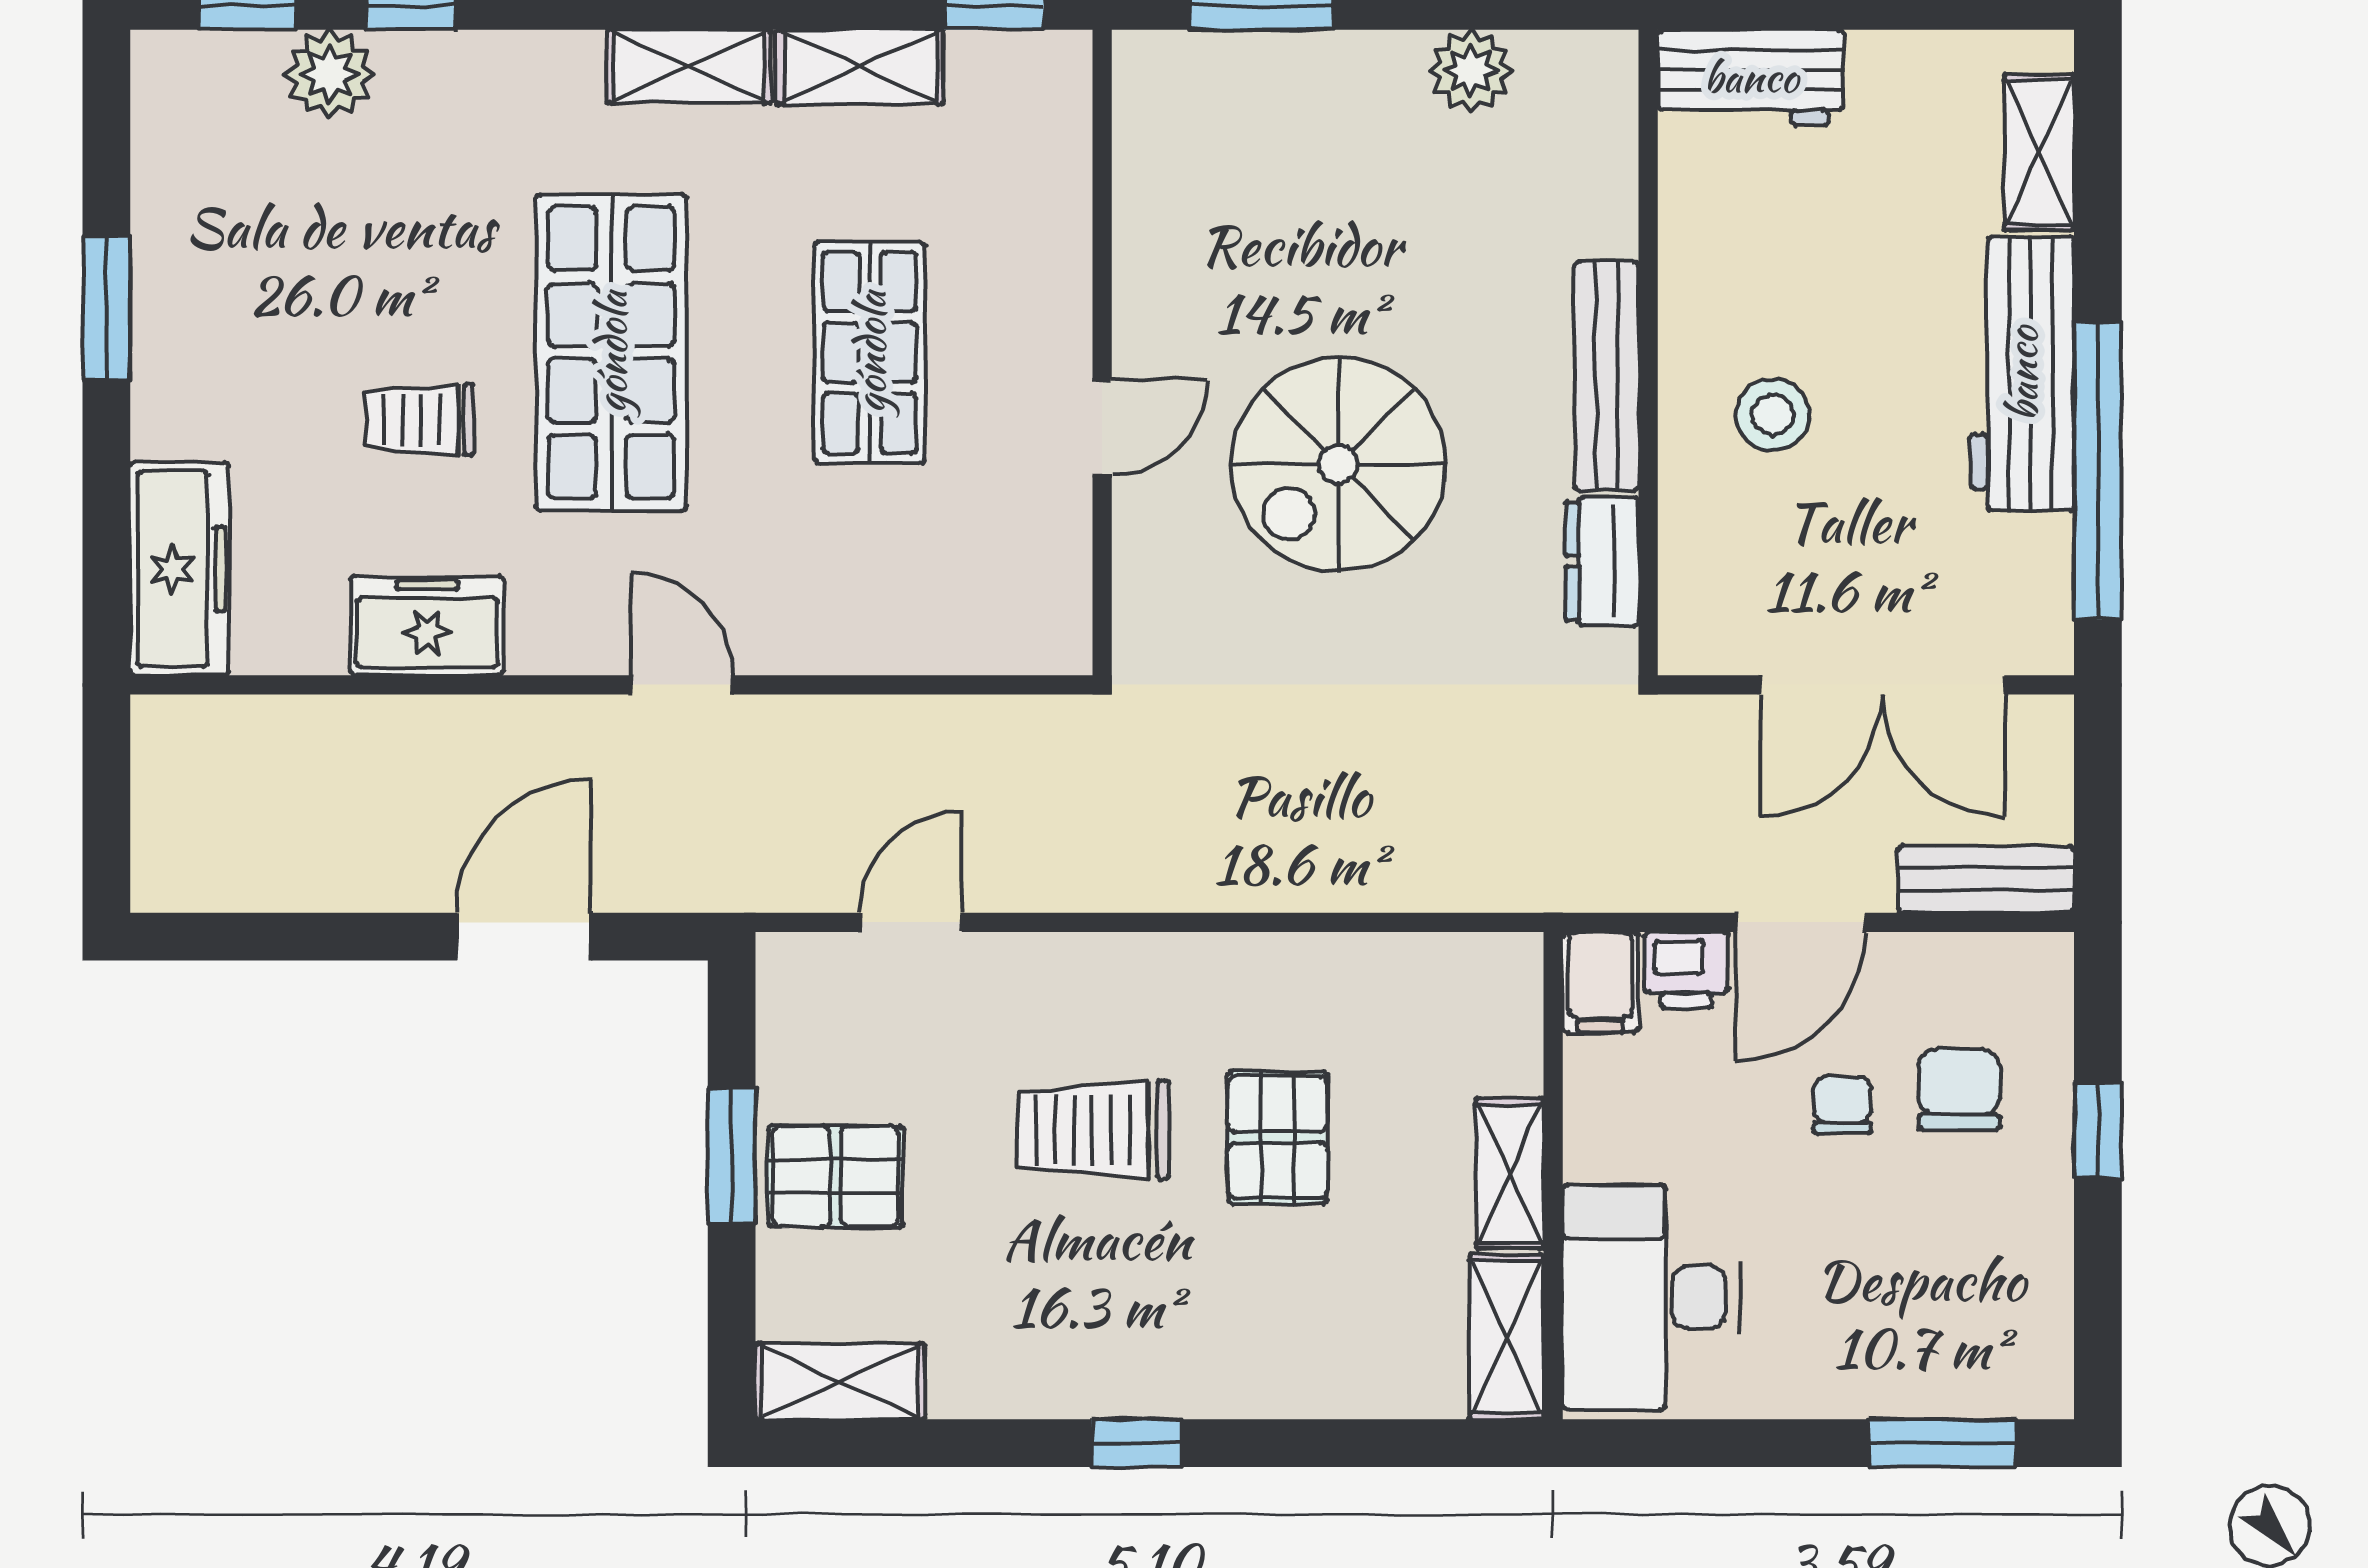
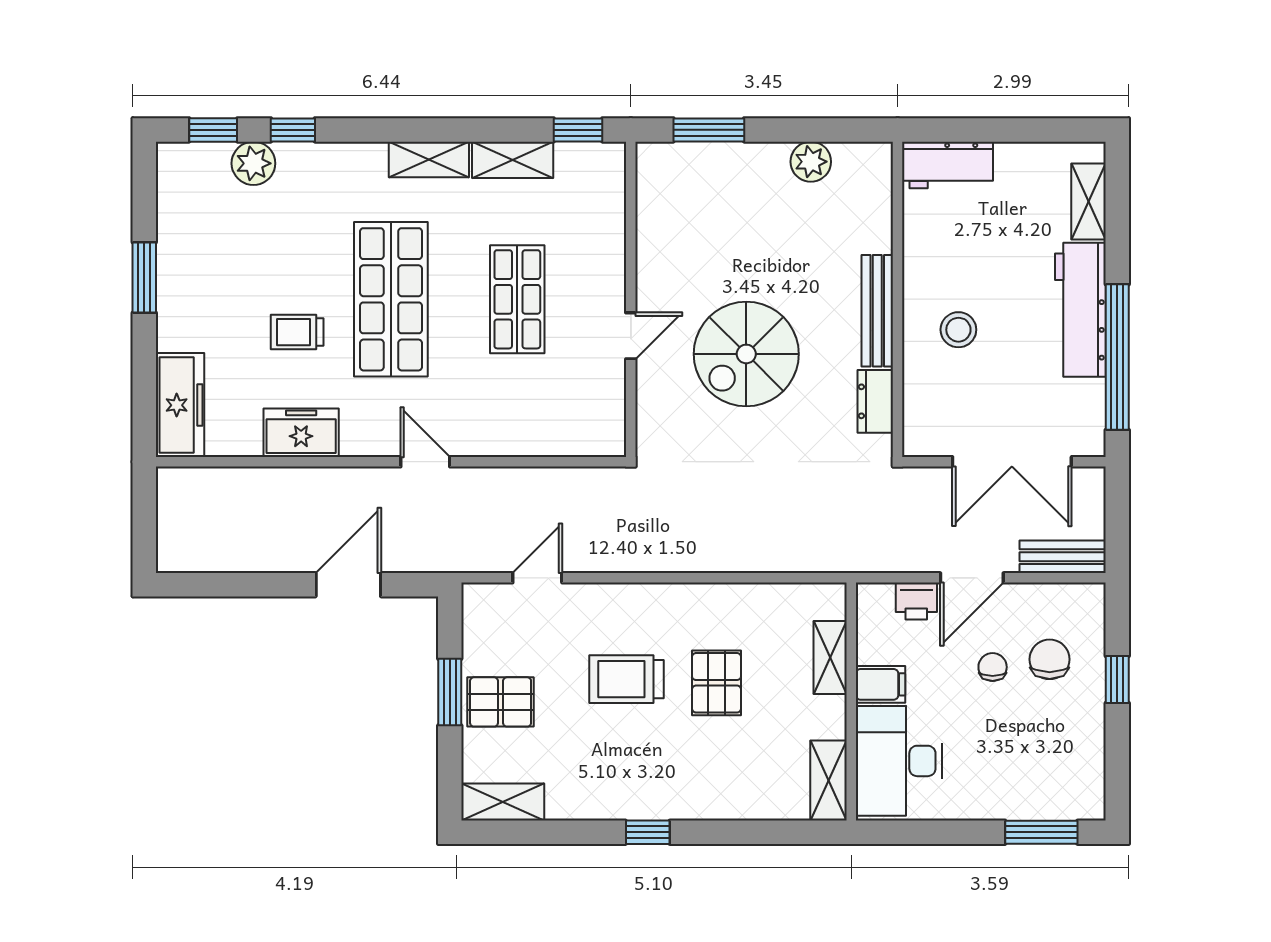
filing cabinet: (1600, 982) -> (880, 684), moved, turned -90
shelving: (1510, 1174) -> (830, 657), moved

